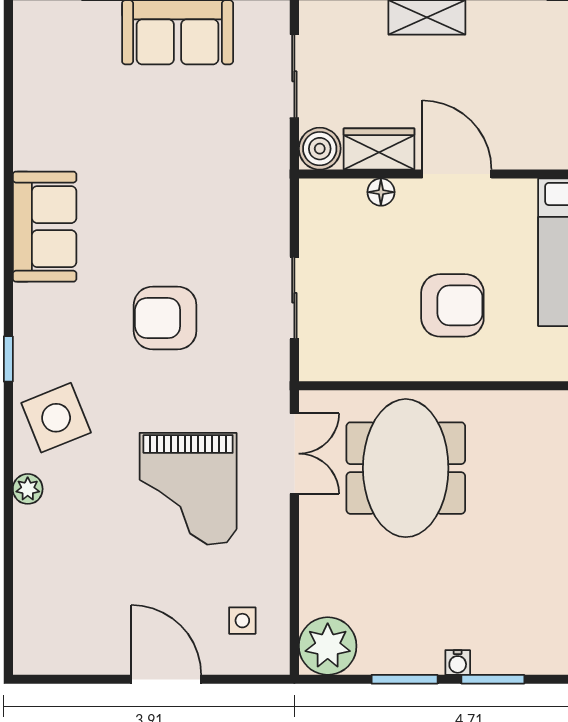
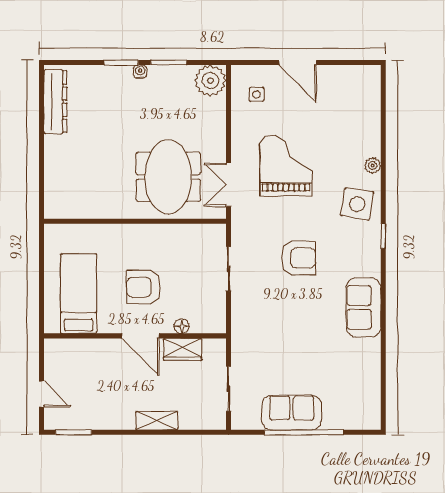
boiler: (320, 149) -> (215, 350), removed
armchair: (452, 305) -> (144, 287), moved
side table: (56, 418) -> (357, 204), turned 31

